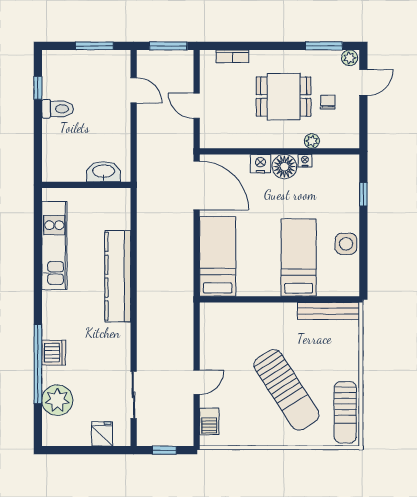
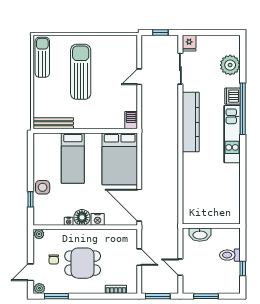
plant: (312, 141) -> (39, 234), moved
washbasin: (104, 172) -> (200, 235), moved
wall: (86, 185) -> (211, 226), moved
side table: (346, 244) -> (43, 187), moved
kitchen unit: (54, 246) -> (232, 134), moved
bed: (218, 256) -> (120, 159), width x1.50
kitchen counter: (118, 276) -> (191, 122), moved
window: (38, 364) -> (243, 109), moved
sun lounger: (286, 390) -> (81, 72), turned 33
barbecue: (209, 421) -> (131, 120), moved
fridge: (102, 434) -> (189, 43), moved

